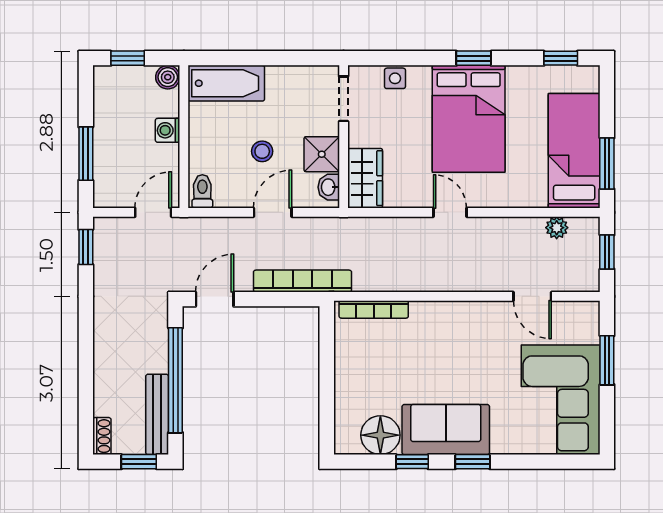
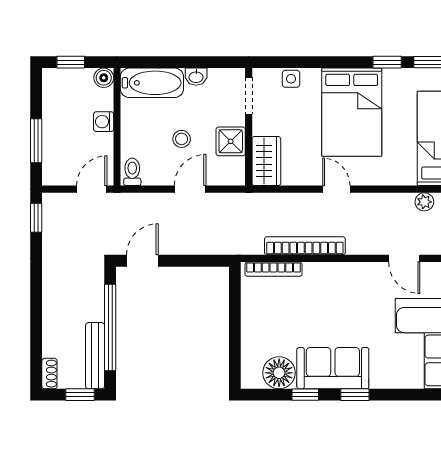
window: (474, 58) -> (387, 62), moved
washbasin: (329, 187) -> (196, 77), moved, turned -90
bookcase: (303, 281) -> (305, 246), moved

